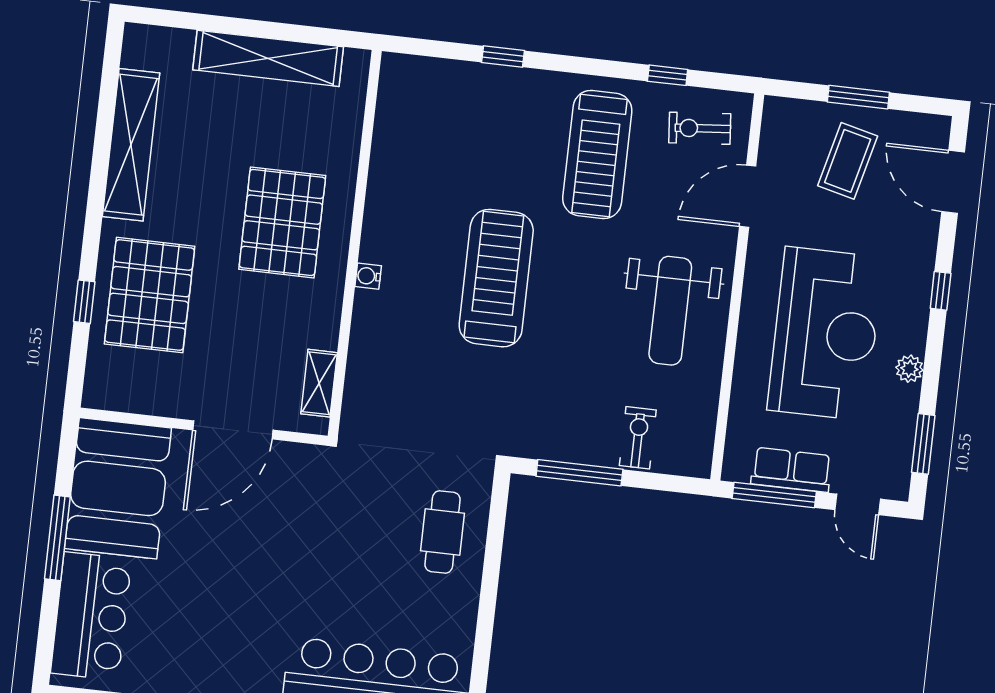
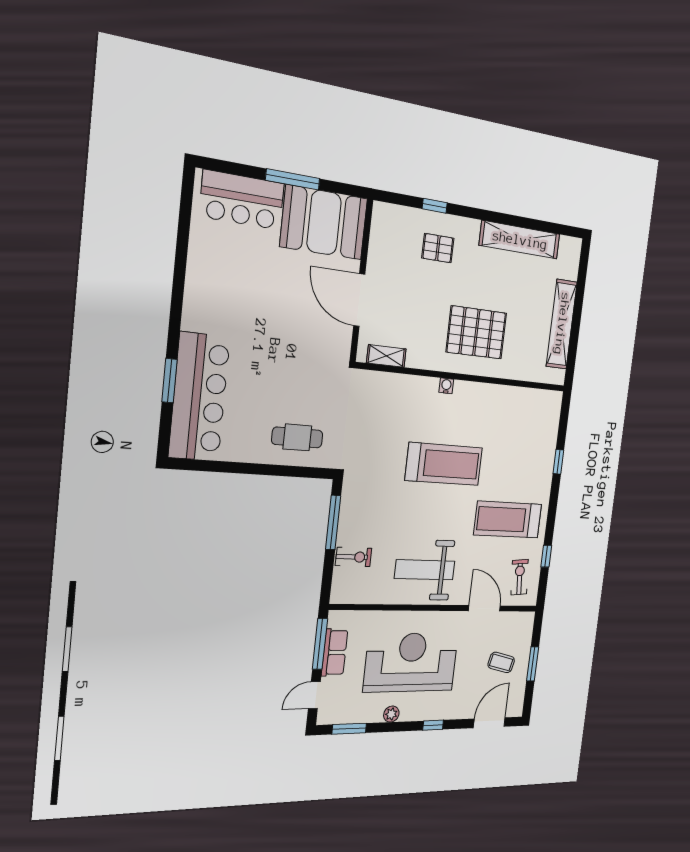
coffee table: (848, 161) -> (501, 662), width x0.73, depth x0.77
pallet: (150, 295) -> (438, 248), width x0.49, depth x0.50
reception desk: (825, 334) -> (411, 662), turned 180

